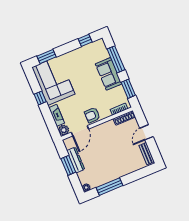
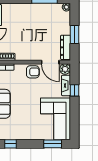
window: (40, 98) -> (75, 90), moved
door: (80, 131) -> (50, 62), swing flipped
dresser: (76, 160) -> (66, 47), moved

